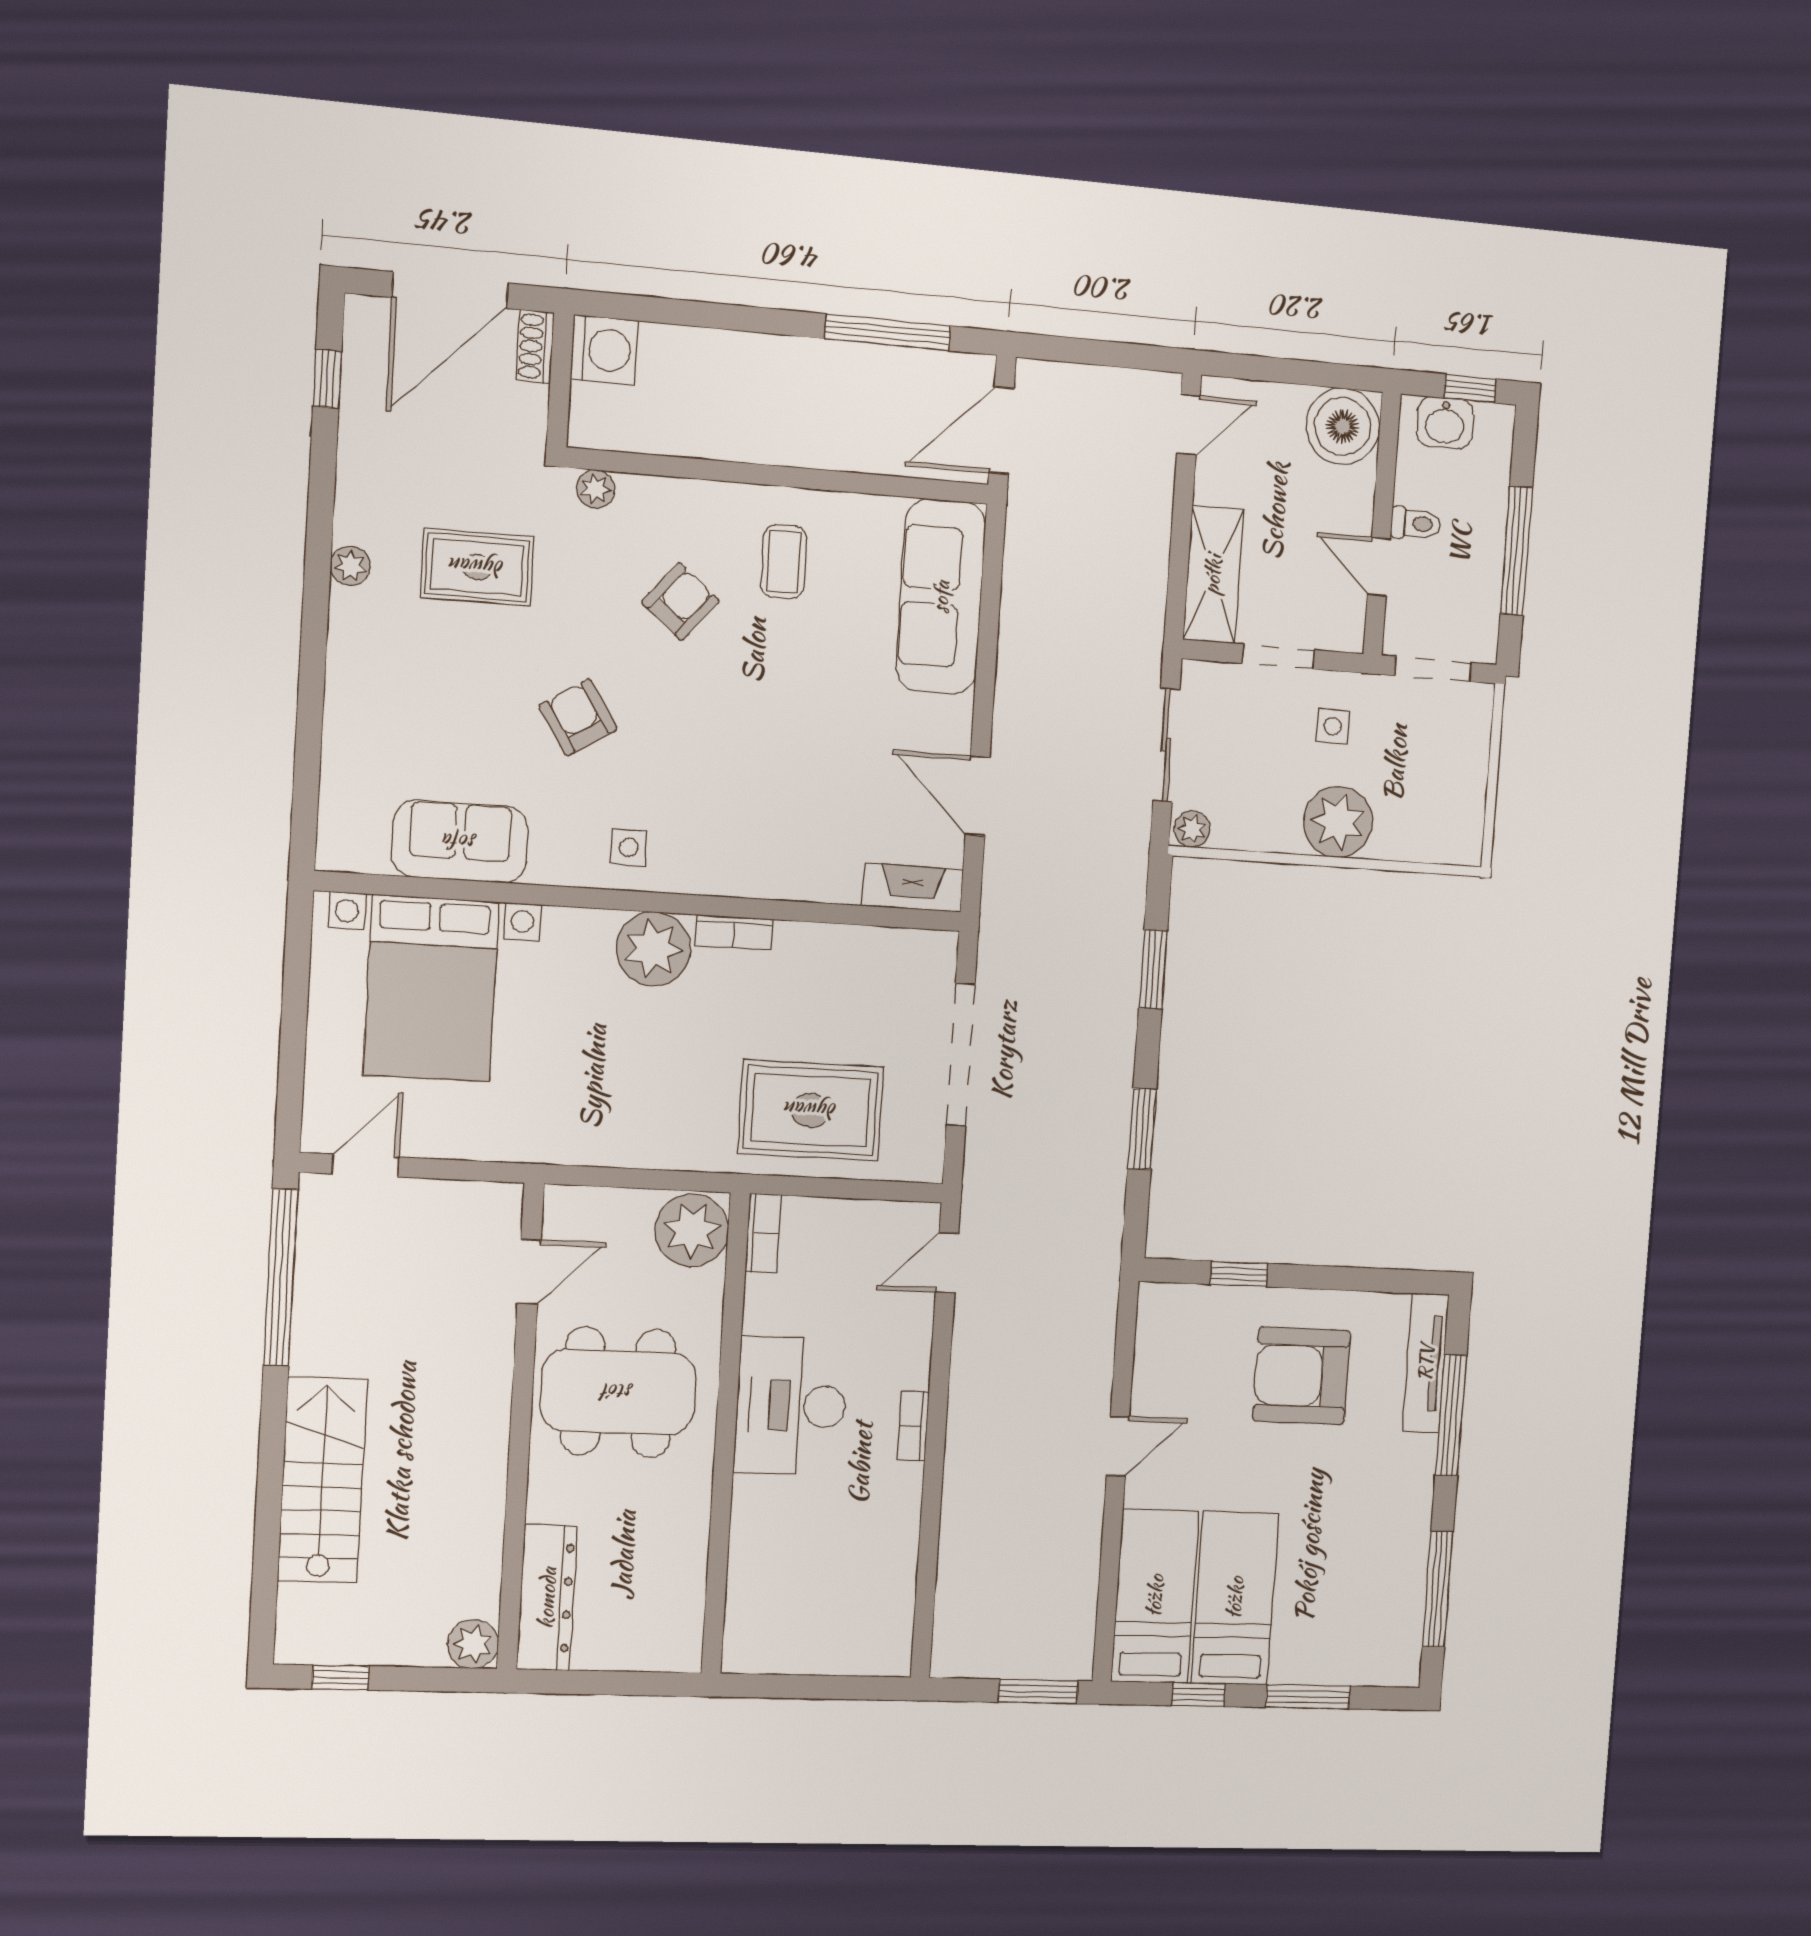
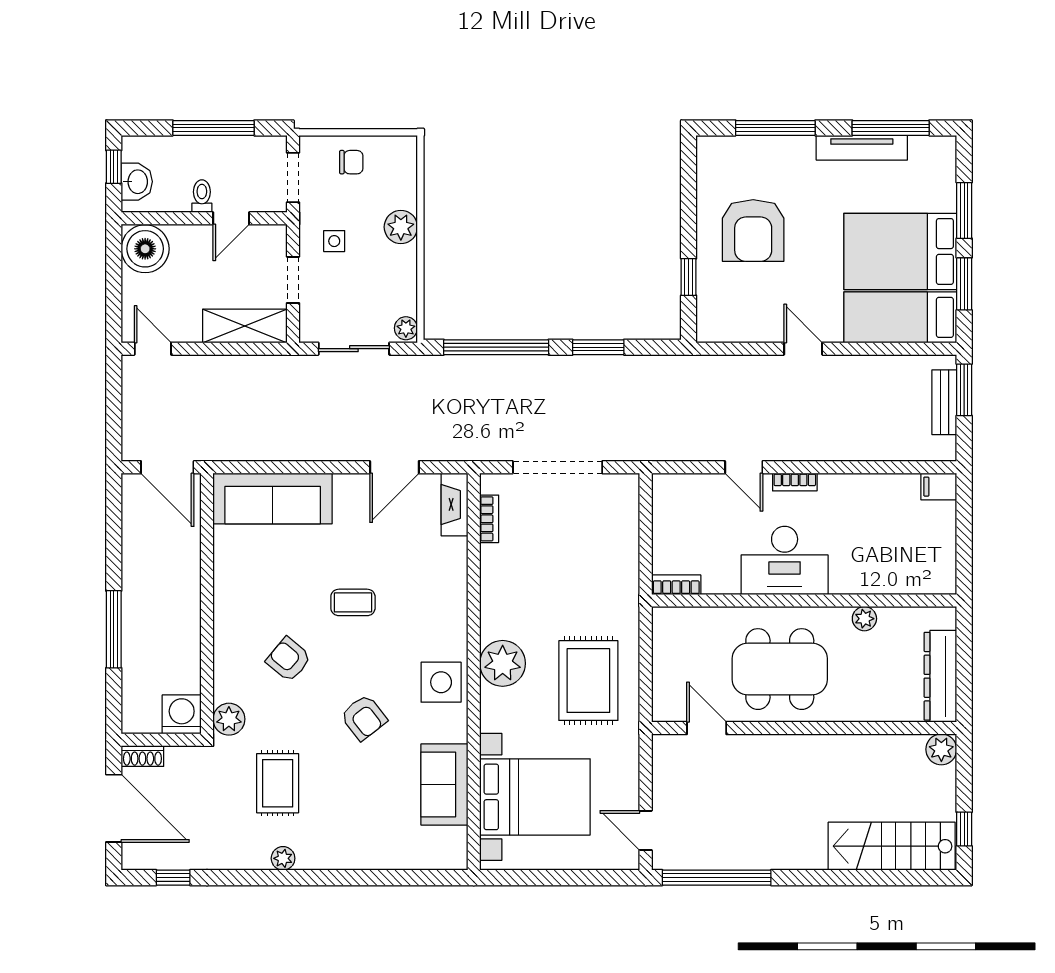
window: (888, 332) -> (114, 629), moved
washing machine: (604, 350) -> (182, 714), moved
plant: (596, 489) -> (229, 719), width x1.38, depth x1.38
coffee table: (784, 562) -> (353, 602), moved
armchair: (578, 717) -> (364, 718), turned -96
chair: (1449, 762) -> (351, 162), added
plant: (1338, 822) -> (401, 227), width x0.73, depth x0.73
side table: (629, 847) -> (441, 682), width x1.87, depth x1.87
bookcase: (734, 932) -> (489, 519), moved
window: (1153, 969) -> (496, 347), width x2.11
rug: (811, 1110) -> (588, 681), moved
plant: (692, 1230) -> (864, 619), moved, width x0.53, depth x0.53
door: (947, 1263) -> (744, 467), moved
tv unit: (1426, 1363) -> (862, 148), moved
dining table: (618, 1392) -> (780, 669), turned 90
stairs: (322, 1480) -> (892, 846), moved
dresser: (547, 1598) -> (940, 676), moved, turned -90
bed: (1235, 1598) -> (900, 251), width x1.50
filing cabinet: (892, 1649) -> (939, 487), added
bench: (1021, 1661) -> (944, 402), added
window: (1199, 1695) -> (964, 284), width x1.50

